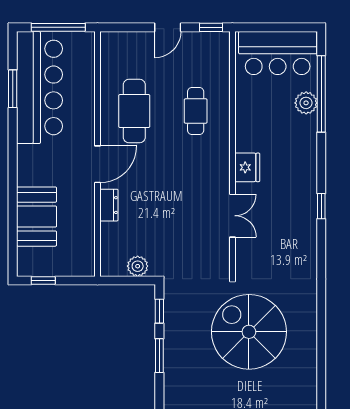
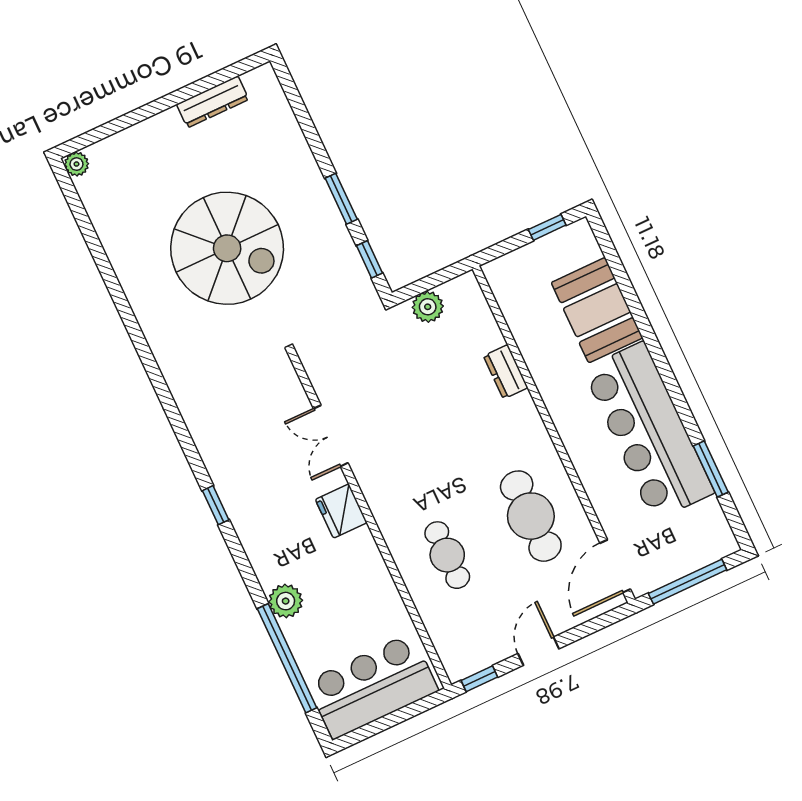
bar counter: (39, 87) -> (649, 431), moved
plant: (306, 103) -> (286, 601), moved
door: (98, 164) -> (615, 566), moved
spiral stairs: (249, 332) -> (227, 248), moved

